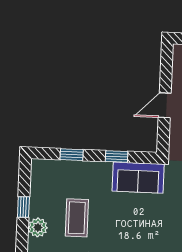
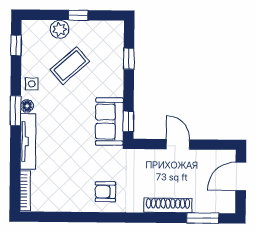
window: (117, 156) -> (128, 121), moved
coffee table: (77, 218) -> (70, 65), turned -41

